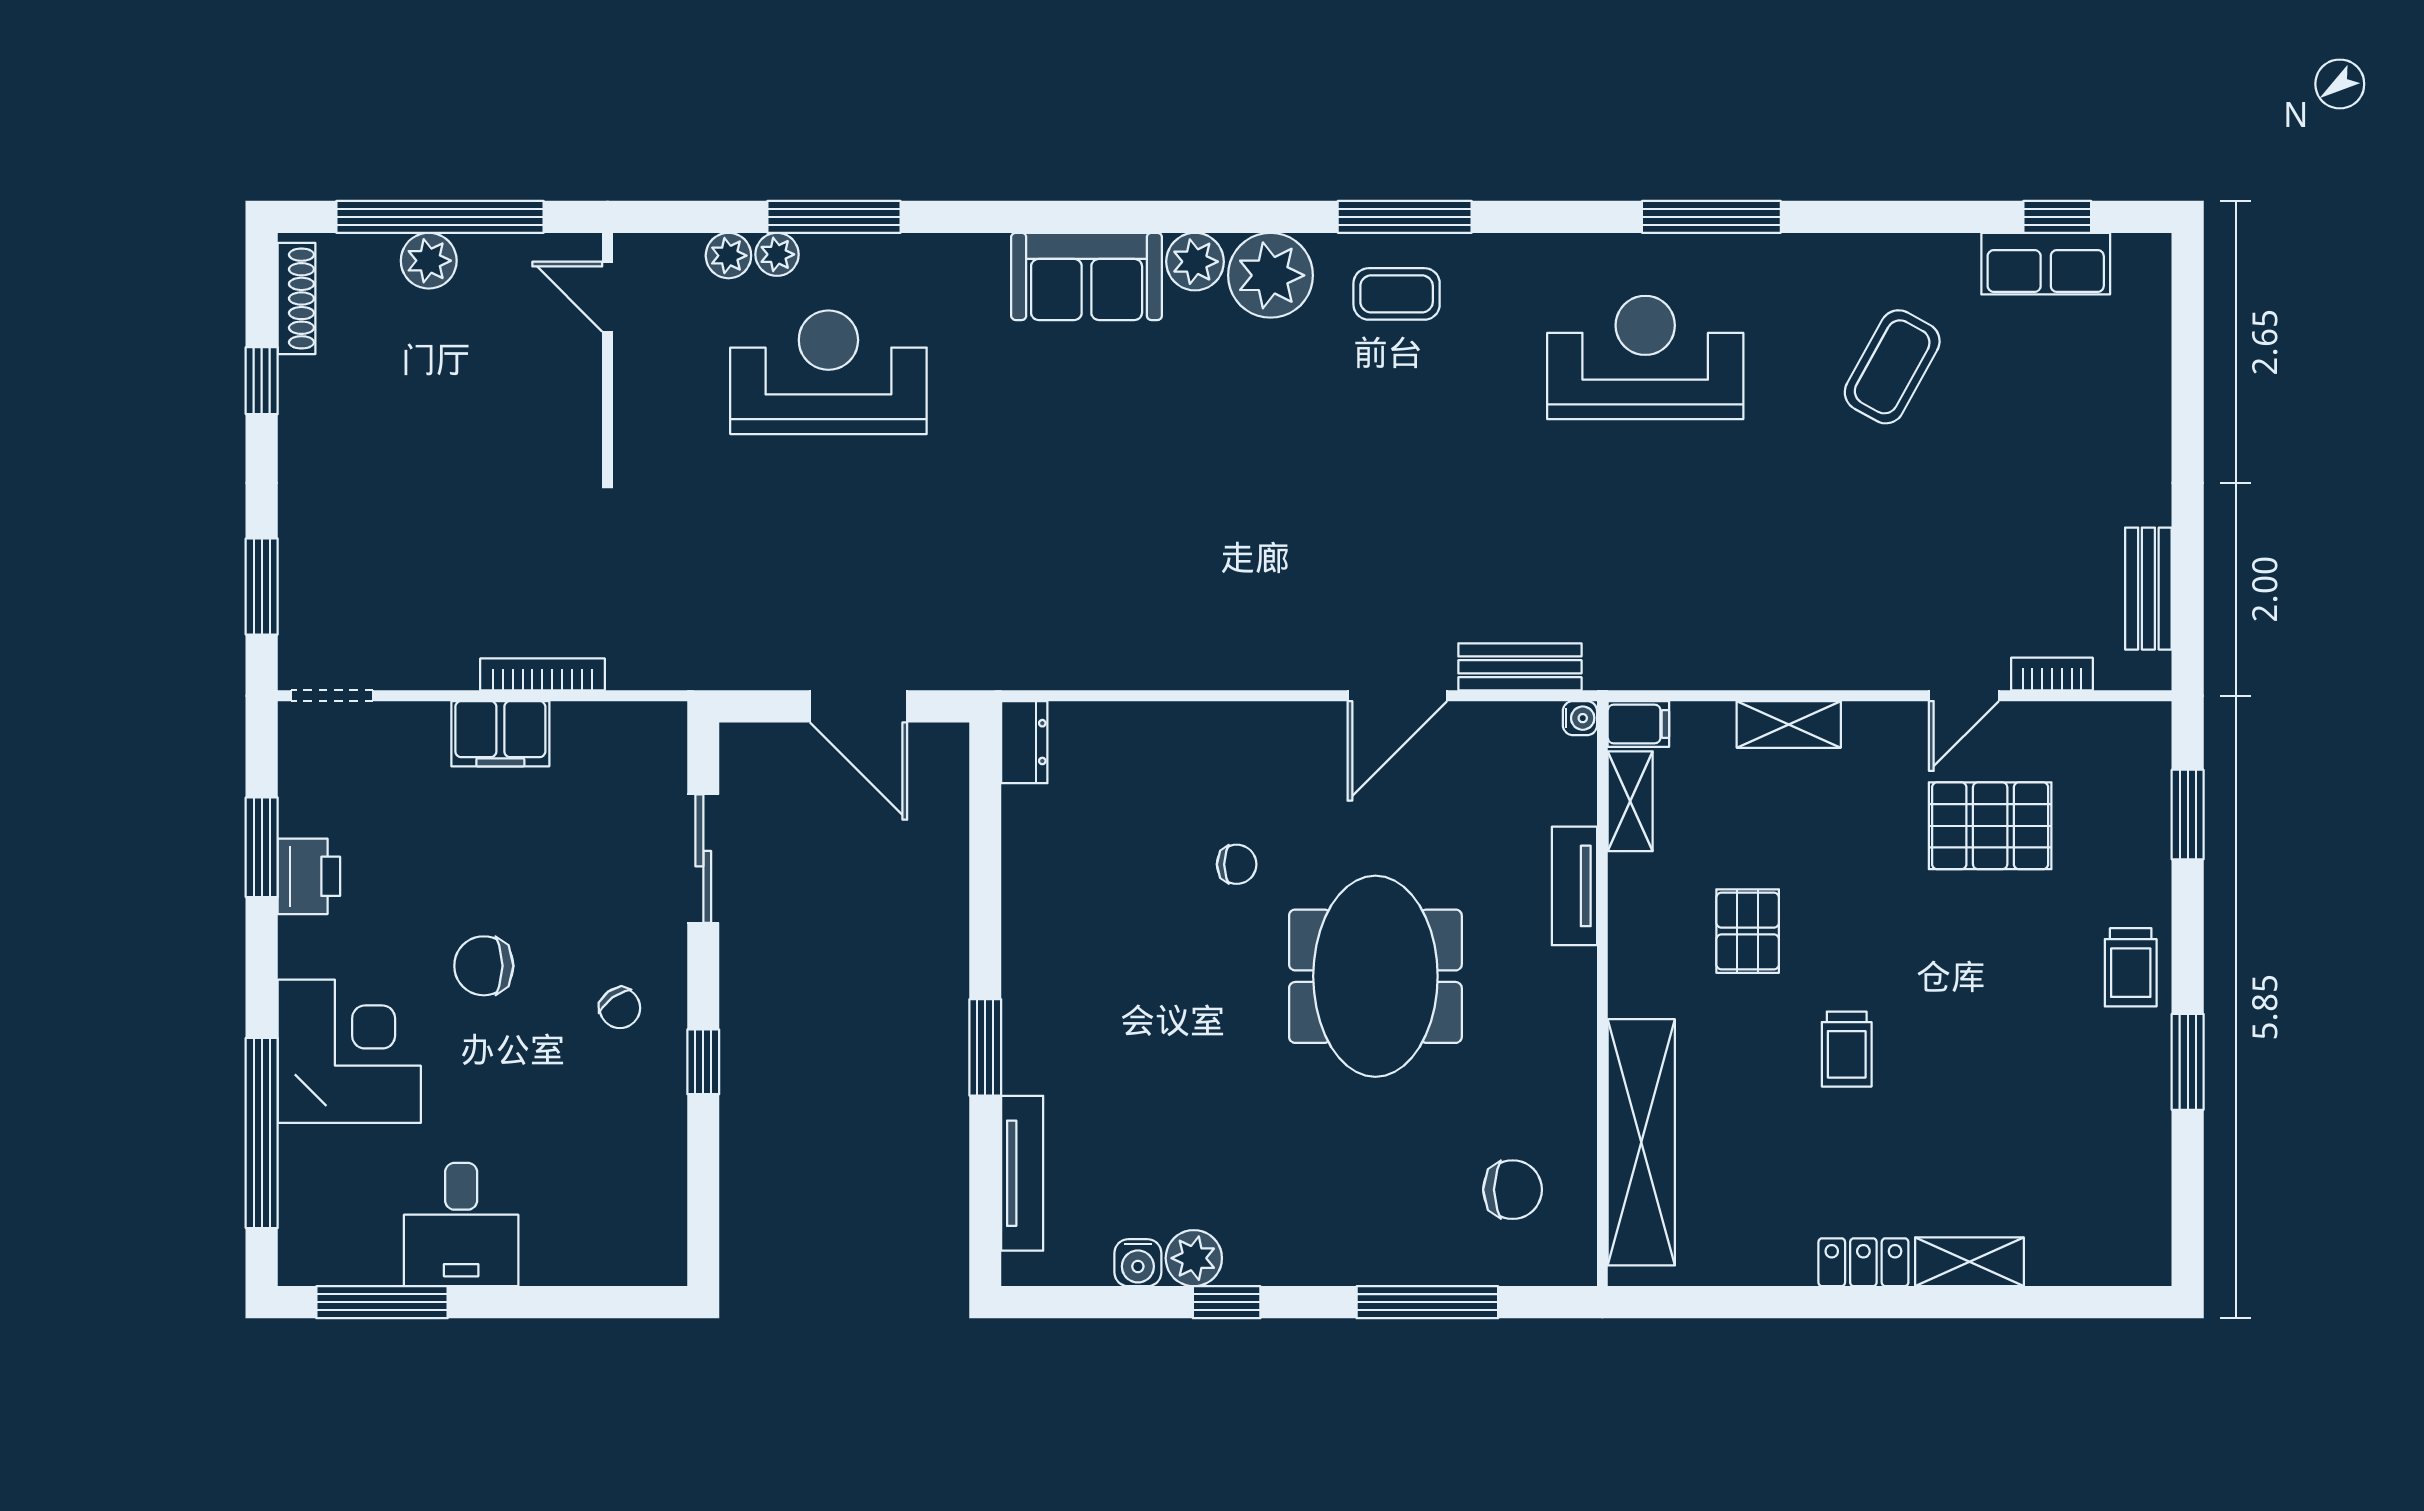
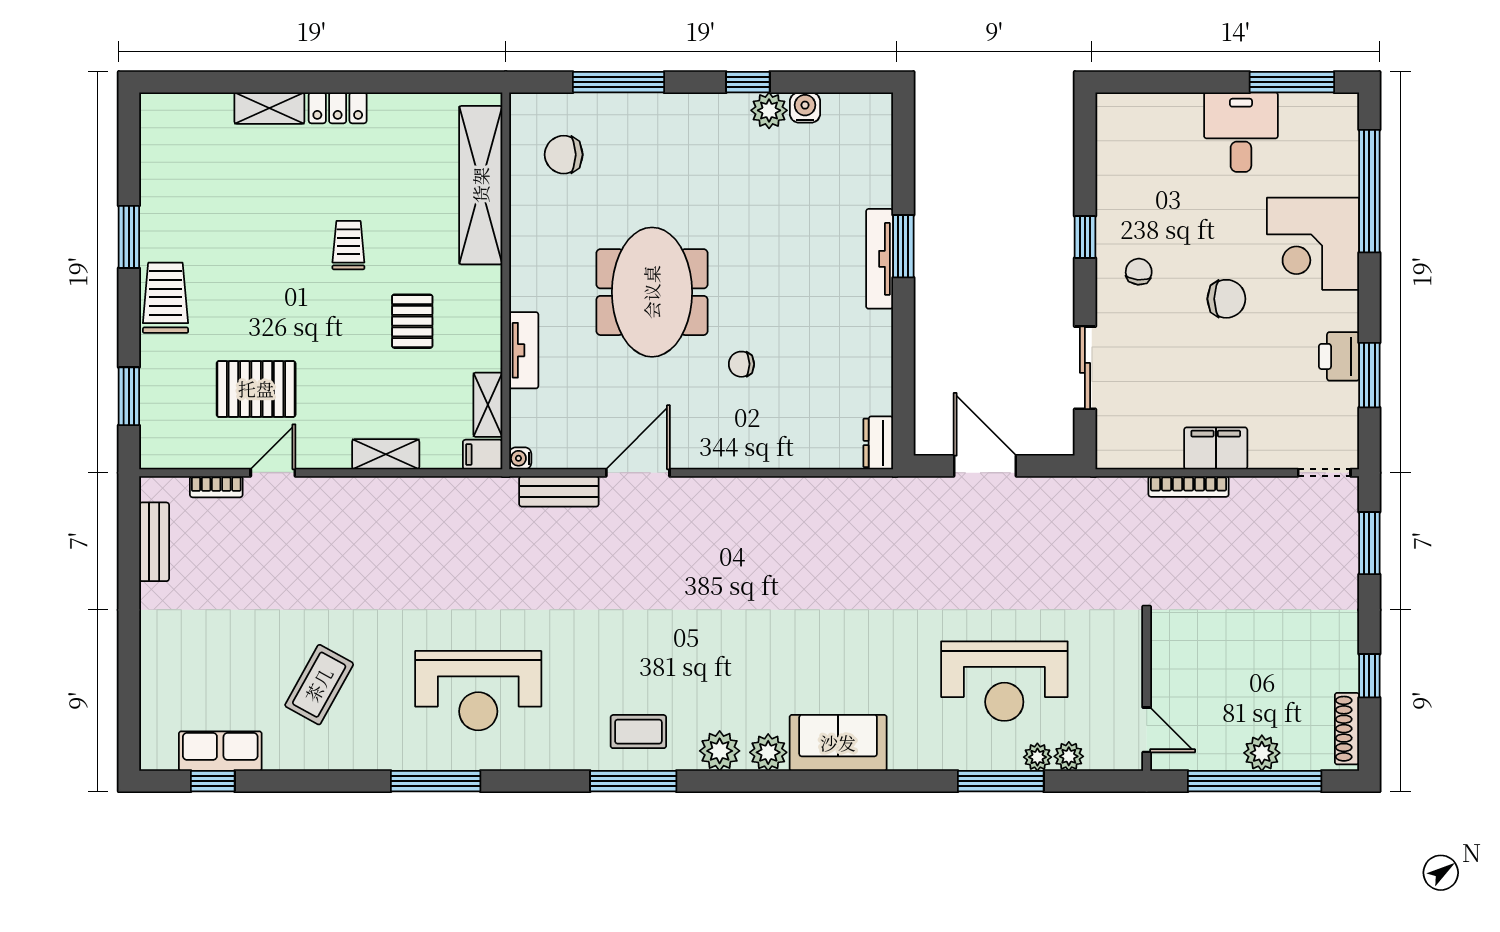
plant: (1270, 275) -> (720, 751), width x0.73, depth x0.73
trolley: (2131, 967) -> (165, 298), width x1.36, depth x1.39
chair: (620, 1008) -> (1139, 272), turned 41
tv unit: (1022, 1173) -> (880, 259), moved

